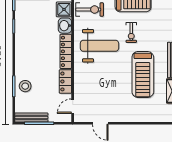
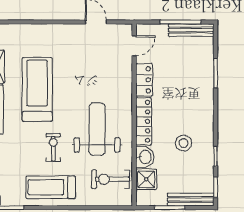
weight bench: (99, 46) -> (97, 129), turned 90
stool: (25, 86) -> (184, 143), moved

